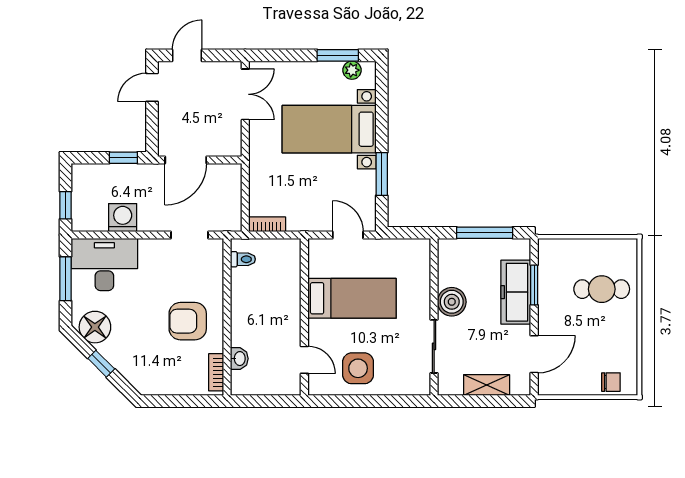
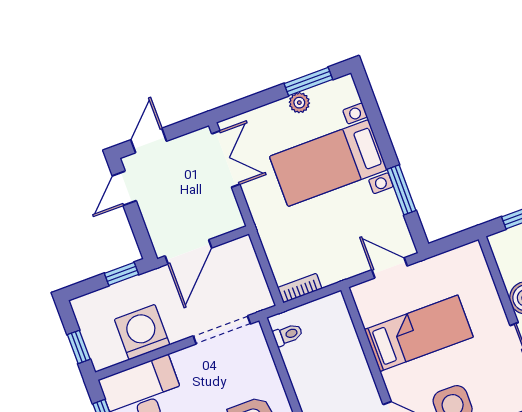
plant: (352, 70) -> (299, 103), moved
washing machine: (123, 218) -> (142, 332), width x1.37, depth x1.37
doorway: (190, 235) -> (222, 330), width x1.38

